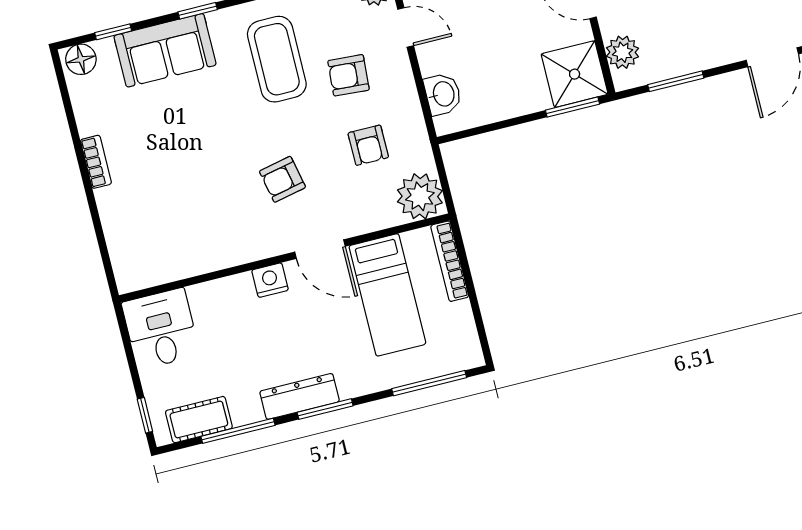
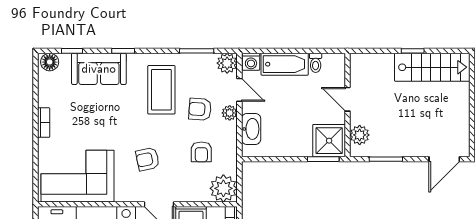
plant: (399, 69) -> (230, 113), added
washbasin: (443, 94) -> (251, 129), width x1.38
corner sofa: (174, 236) -> (77, 176), added

